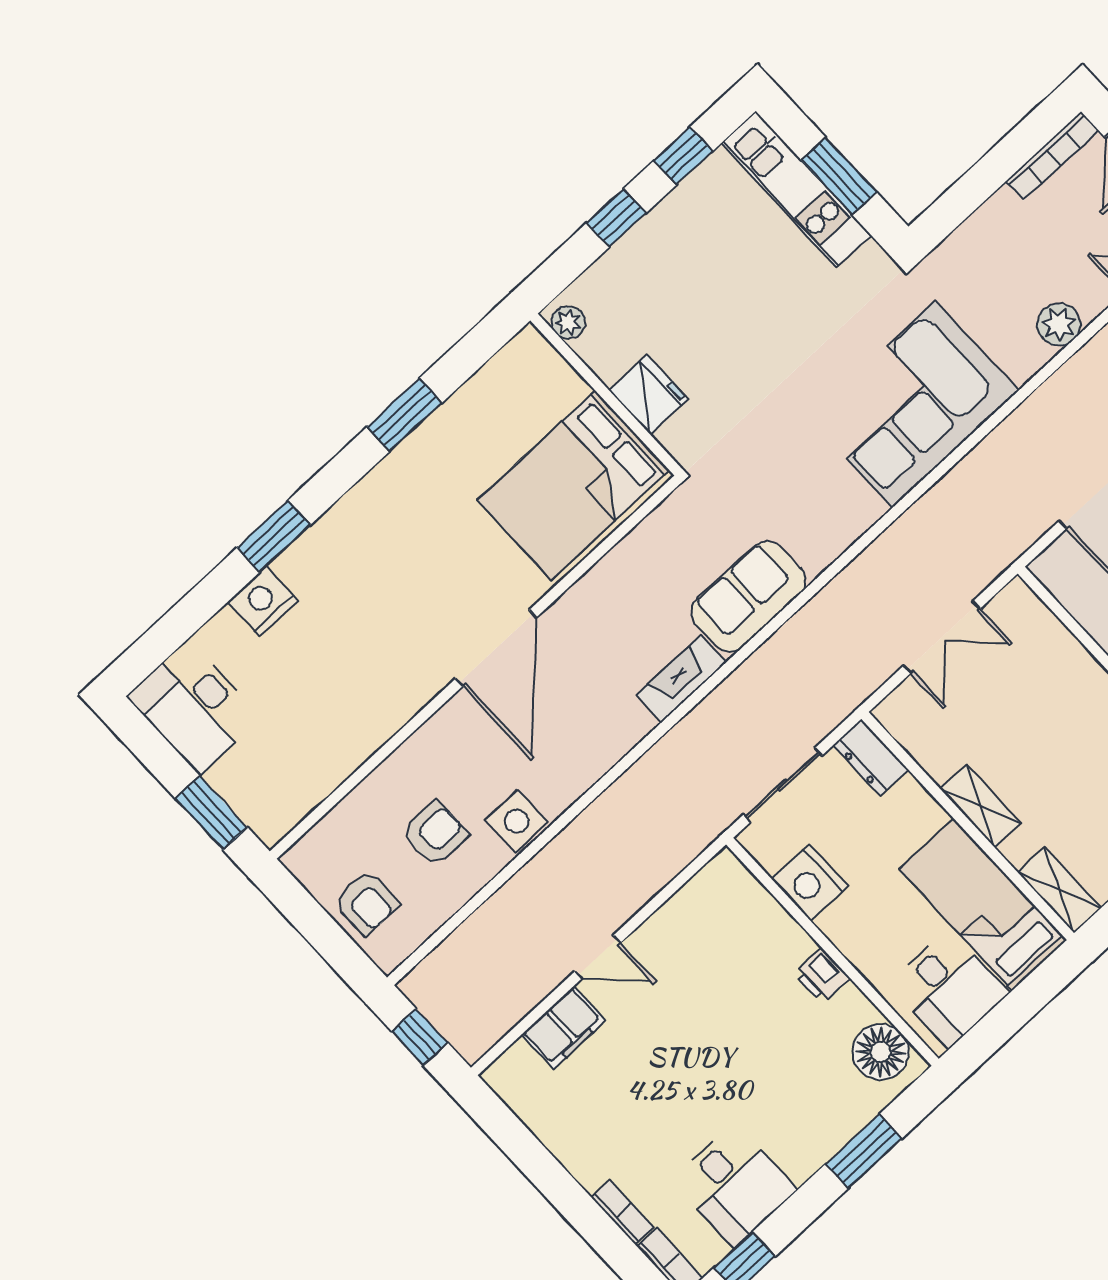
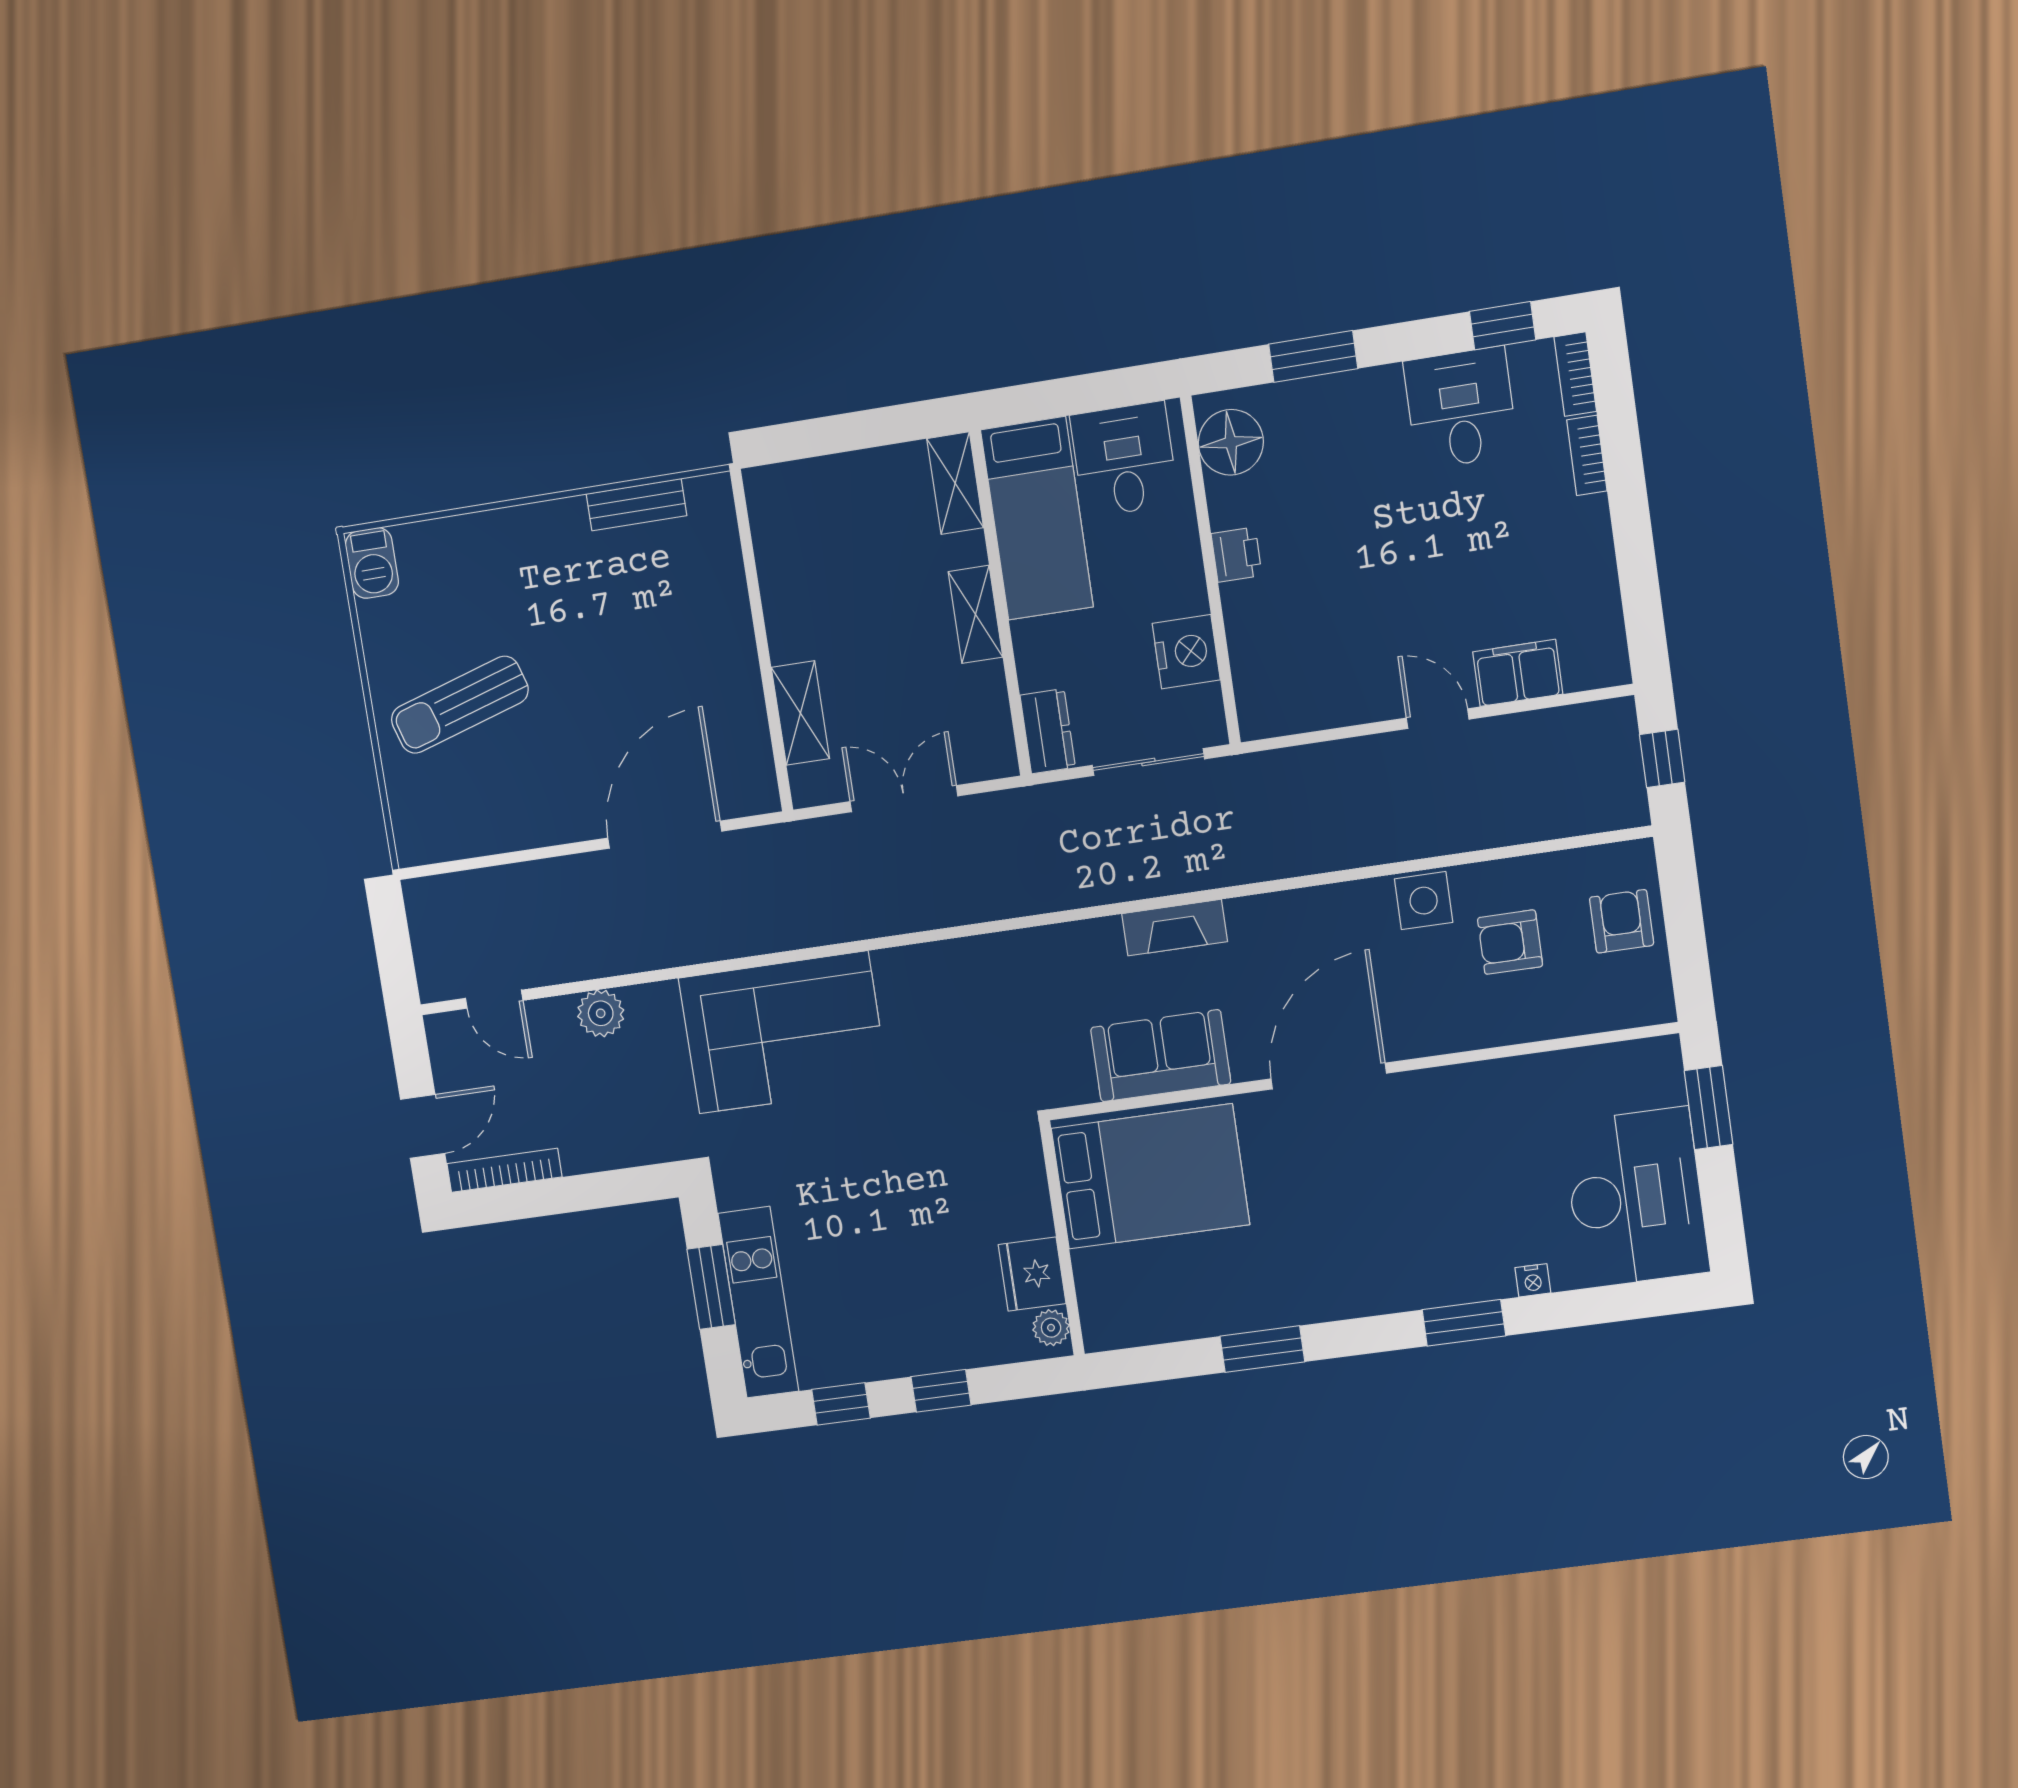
fridge: (649, 395) -> (1032, 1274), moved
sofa: (748, 597) -> (1161, 1056), moved, turned 180
nightstand: (263, 601) -> (1533, 1280), width x0.53, depth x0.56
shelving: (1060, 648) -> (800, 713), added
desk: (194, 707) -> (1636, 1197), width x1.36, depth x1.30

